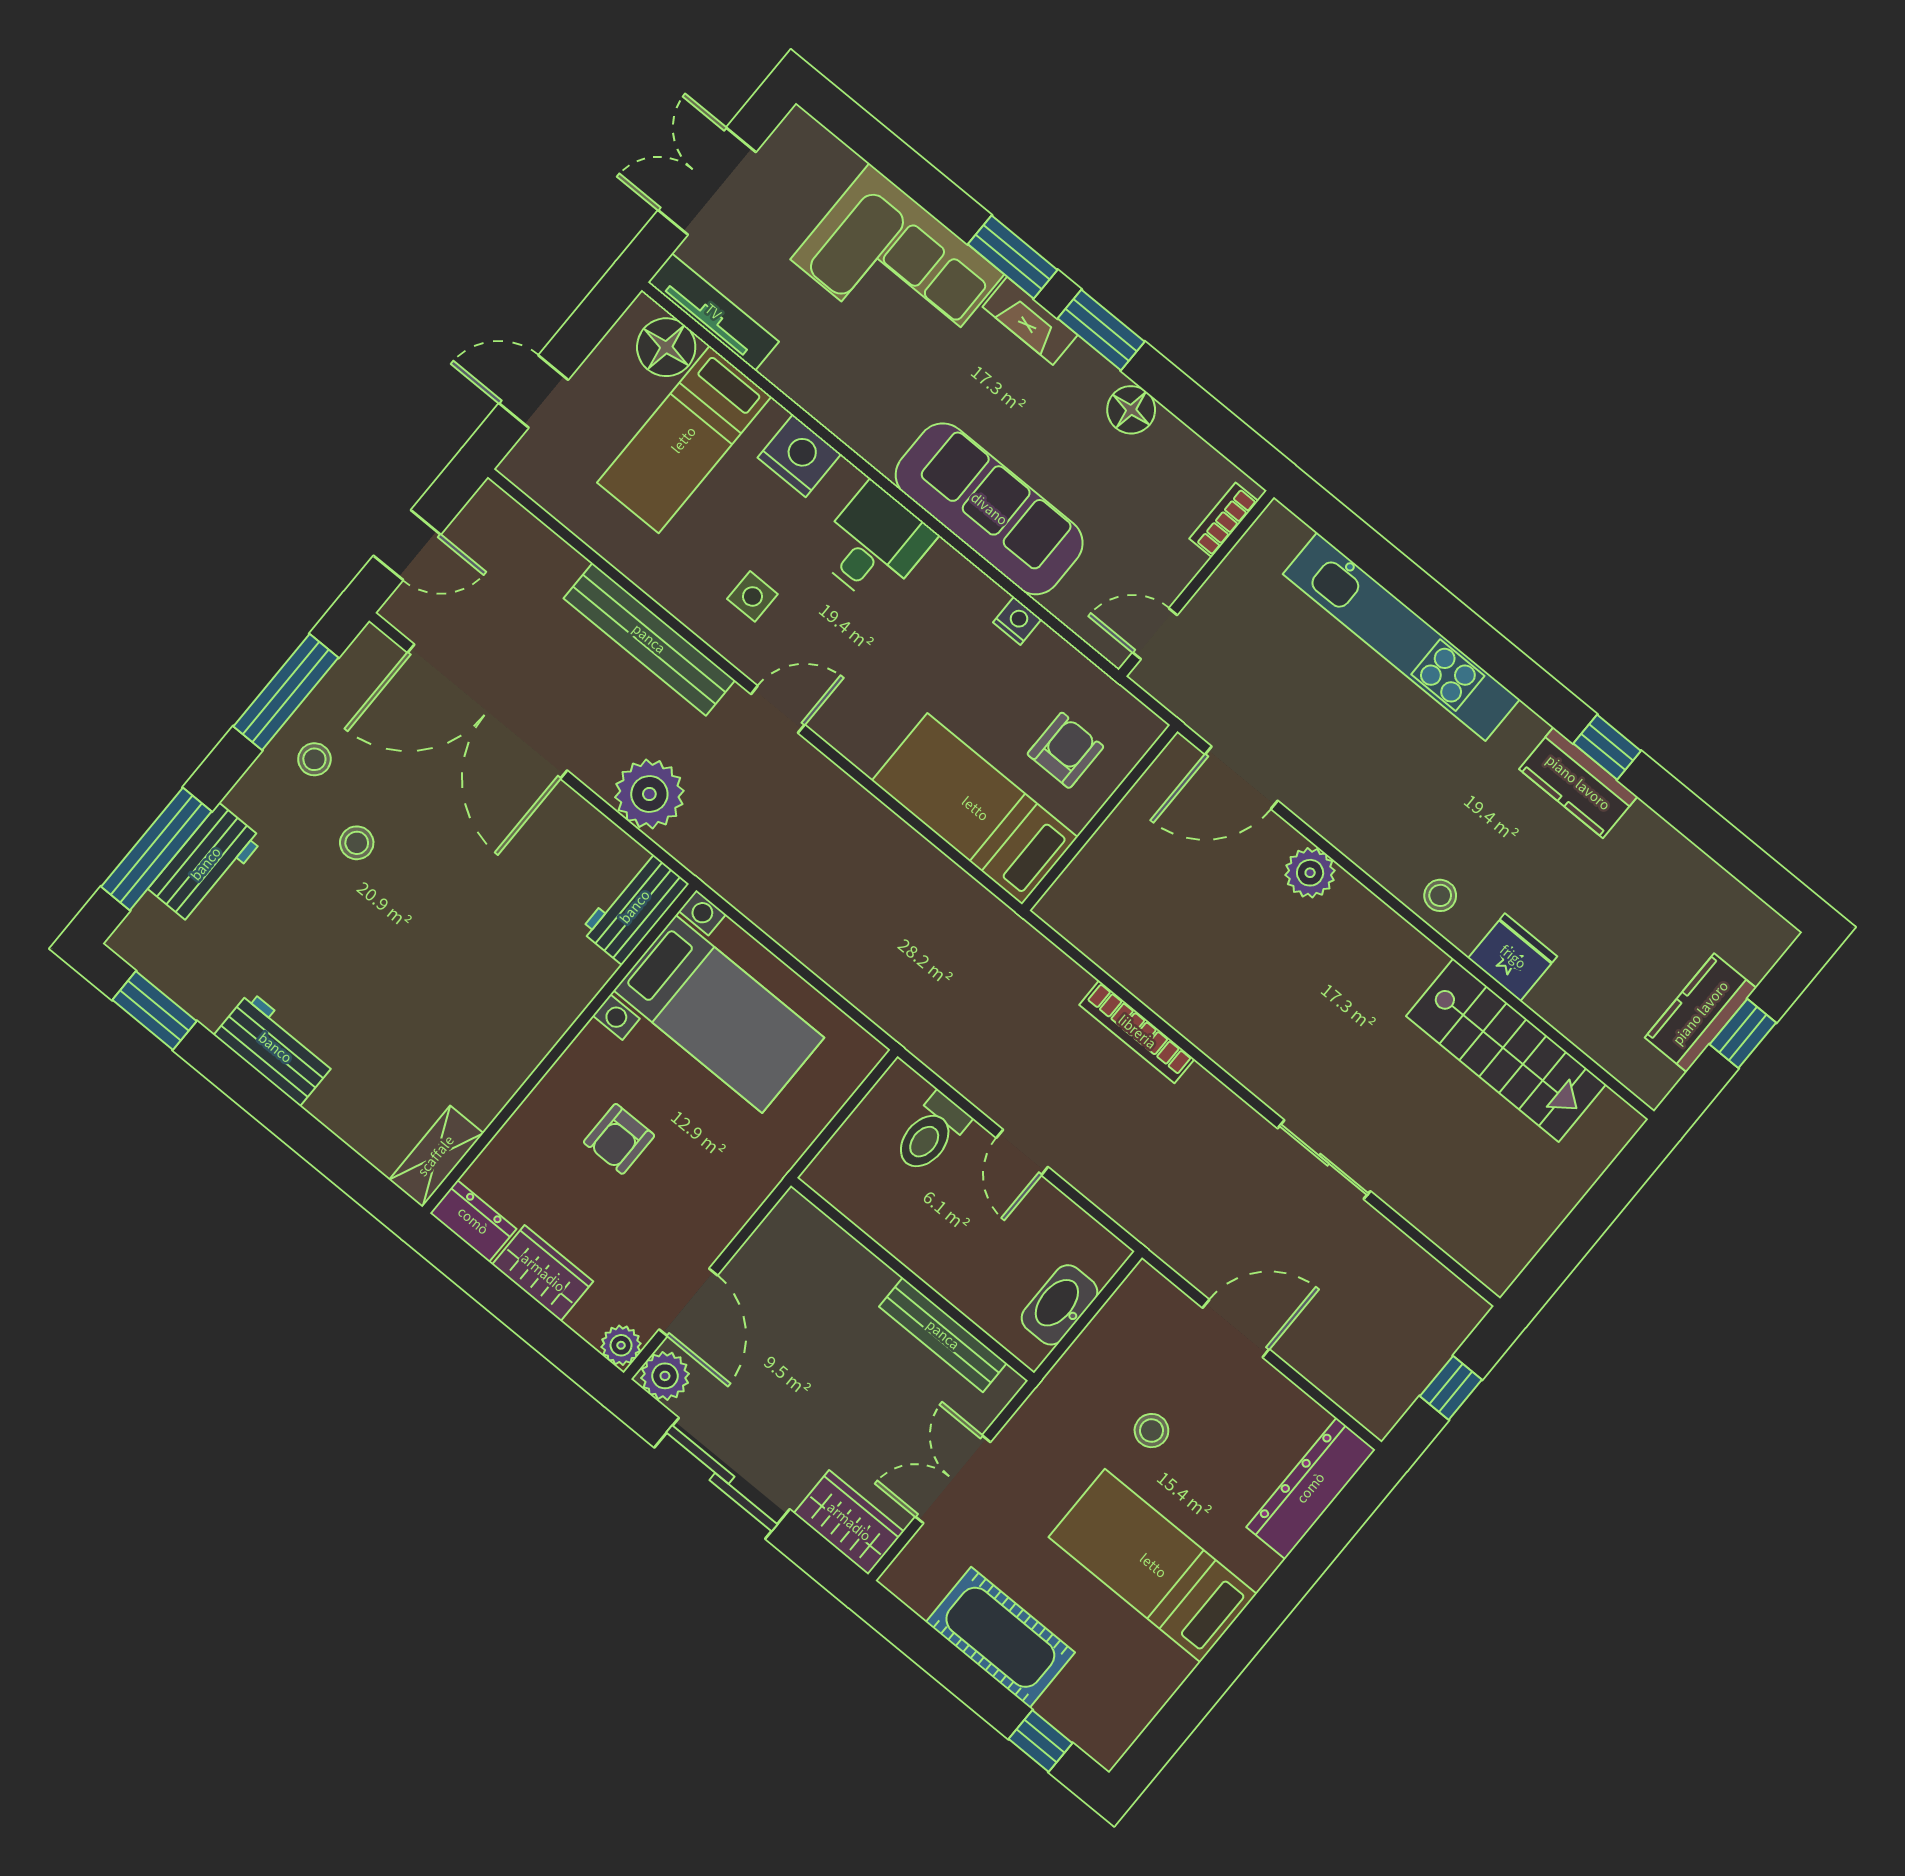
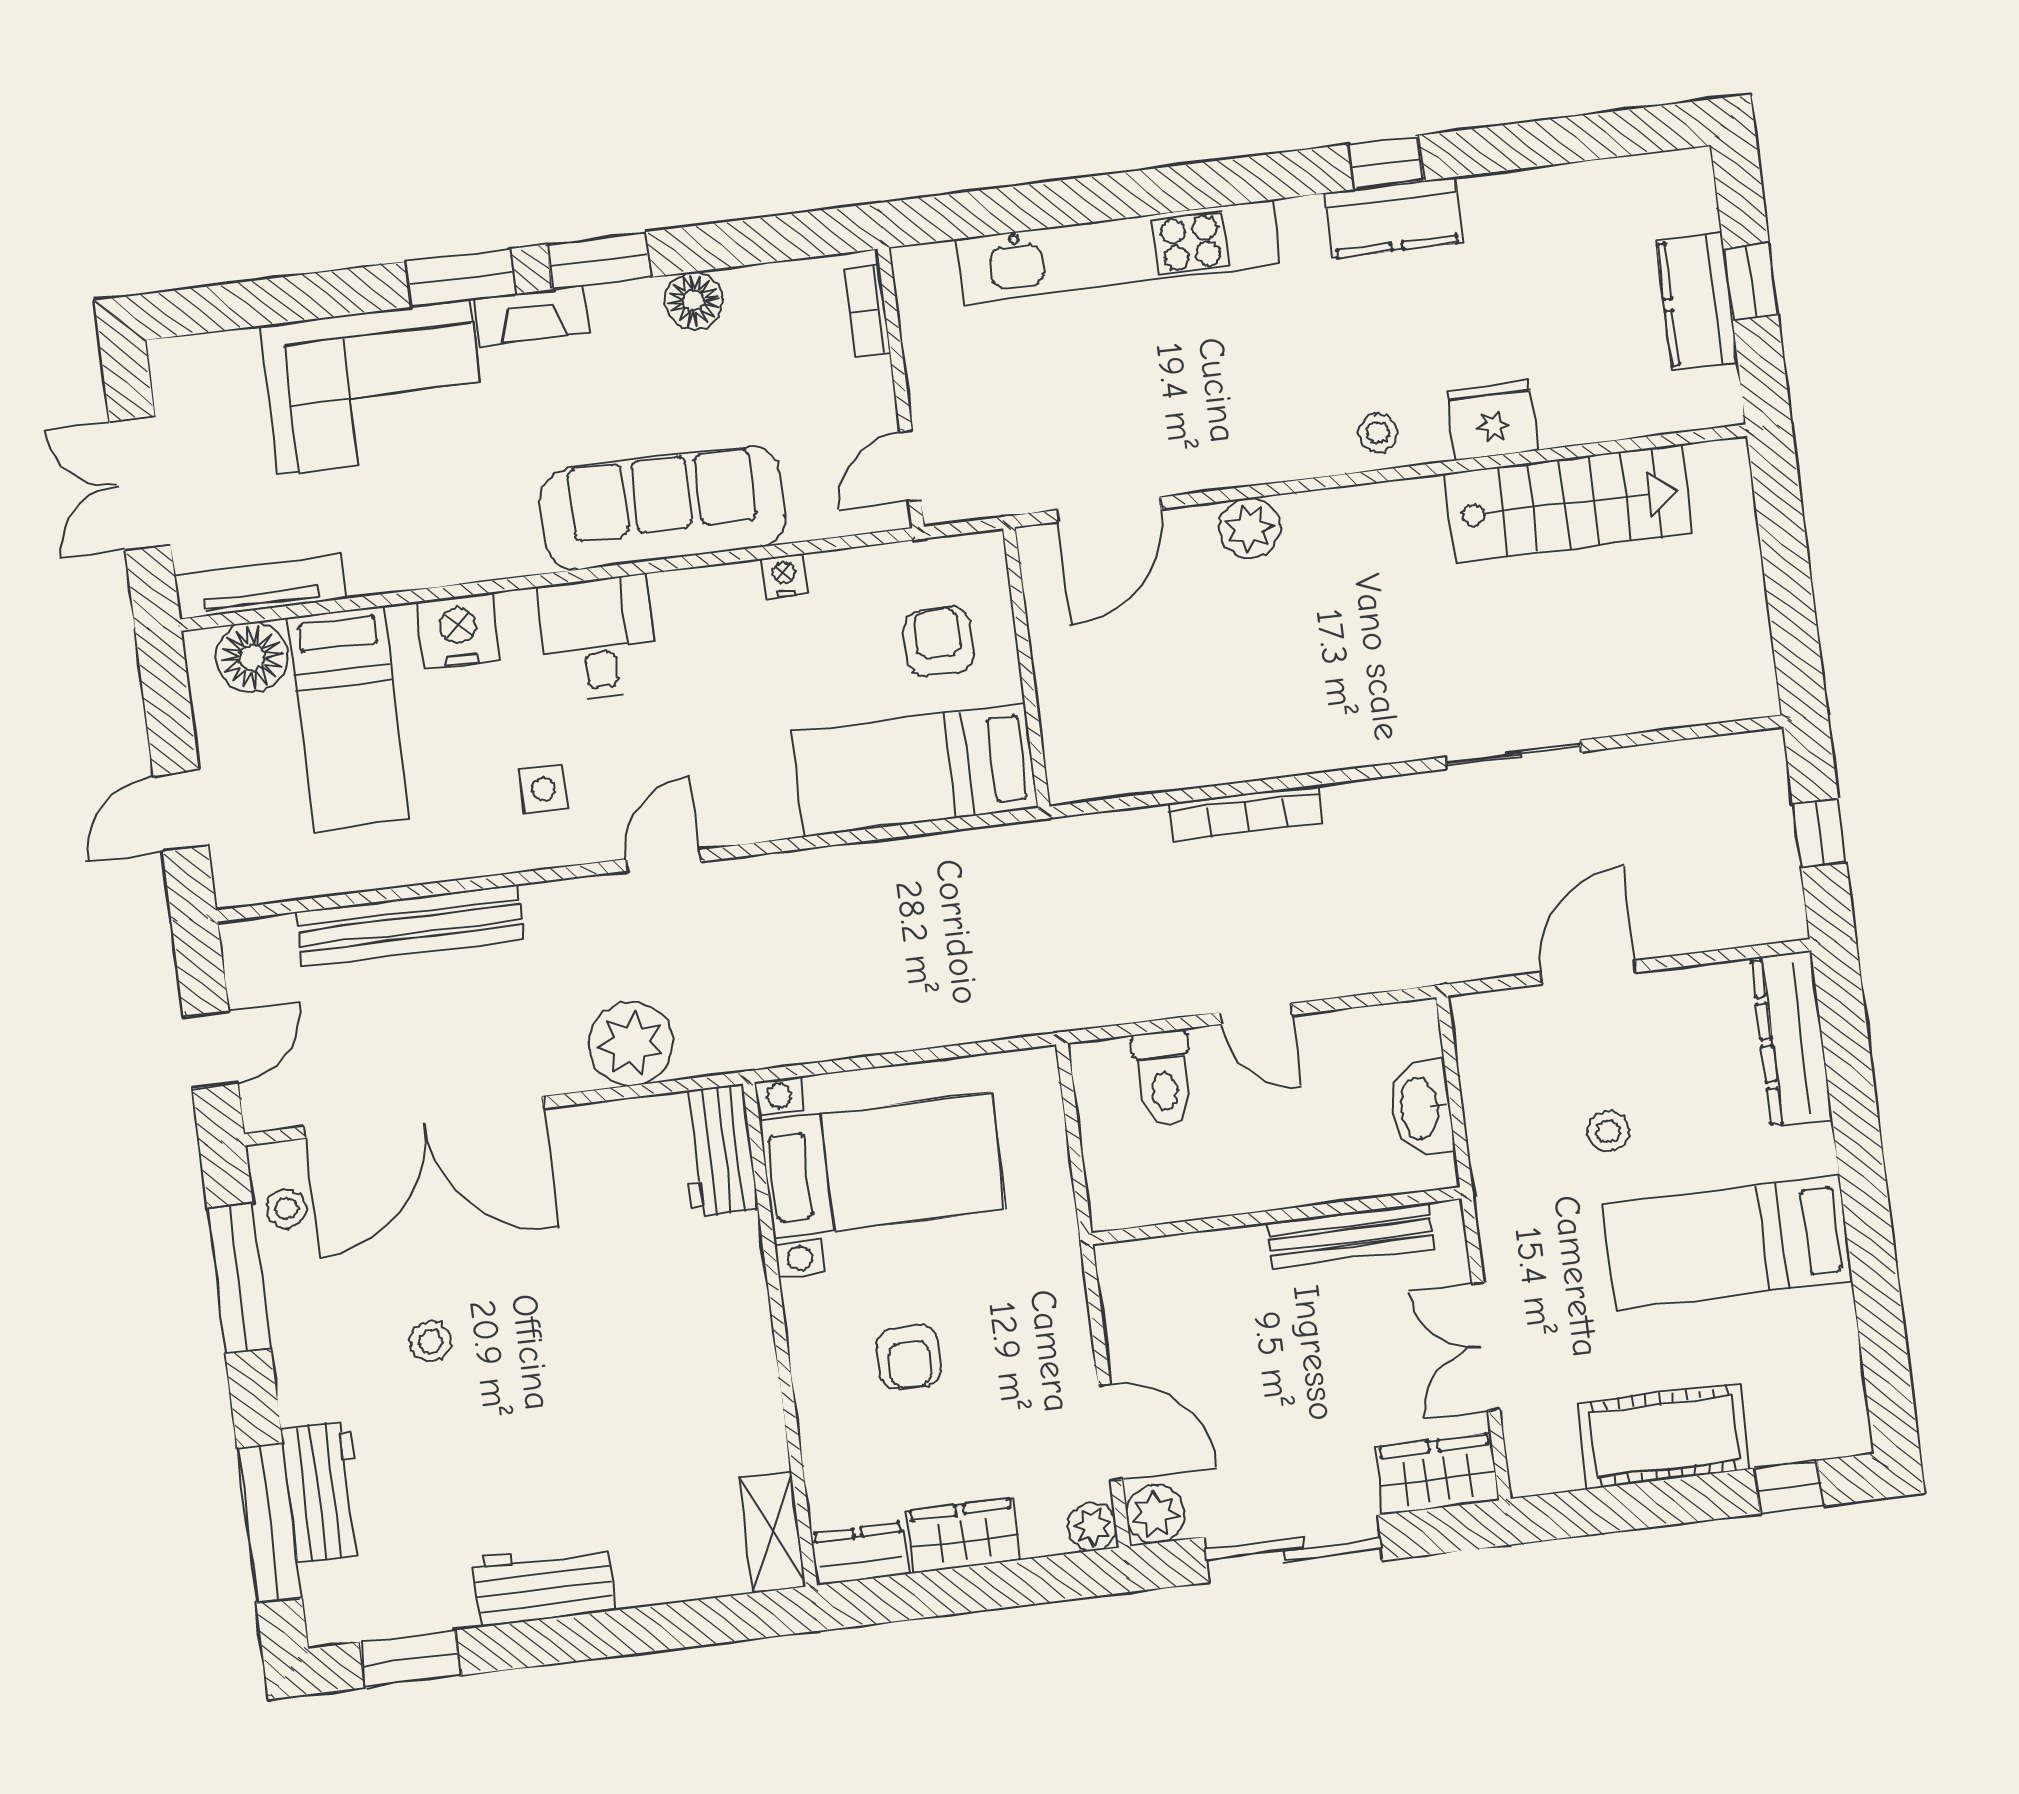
bench: (649, 639) -> (410, 926), moved
stool: (314, 759) -> (287, 1209), moved

